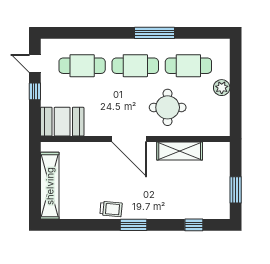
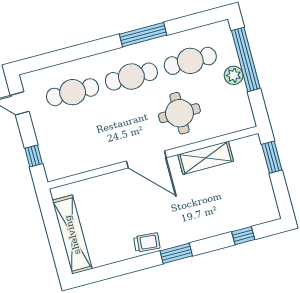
window: (236, 77) -> (246, 59), added
window: (35, 91) -> (34, 156), moved
booth: (62, 122) -> (67, 160), removed
window: (236, 190) -> (272, 157), moved

